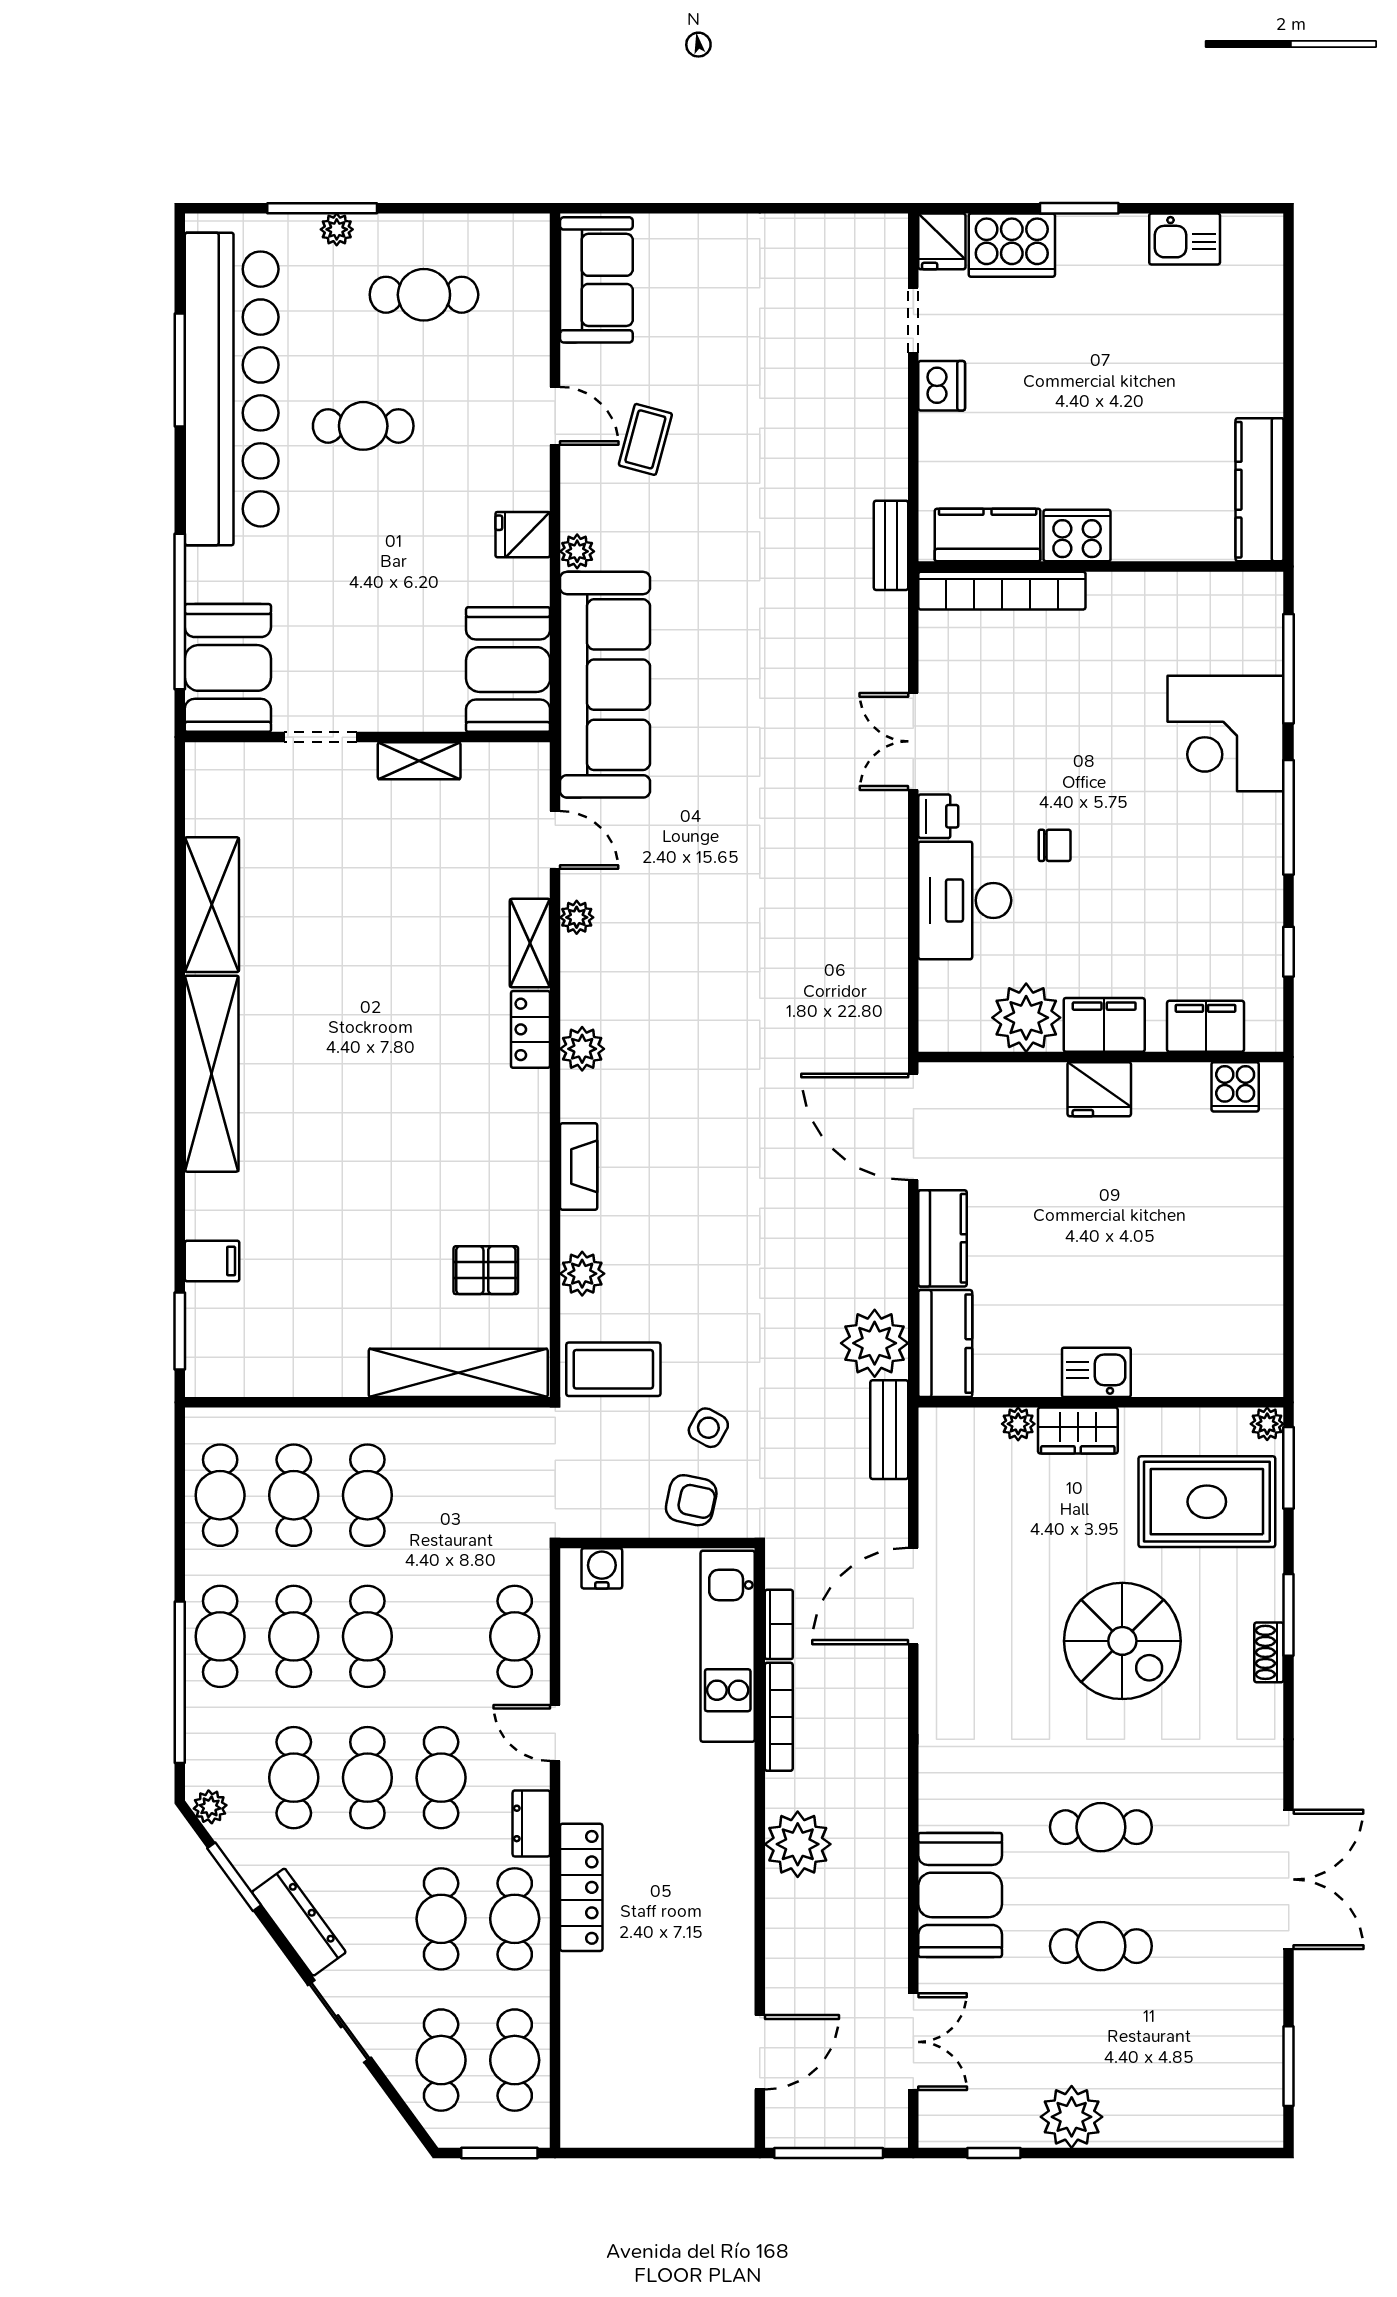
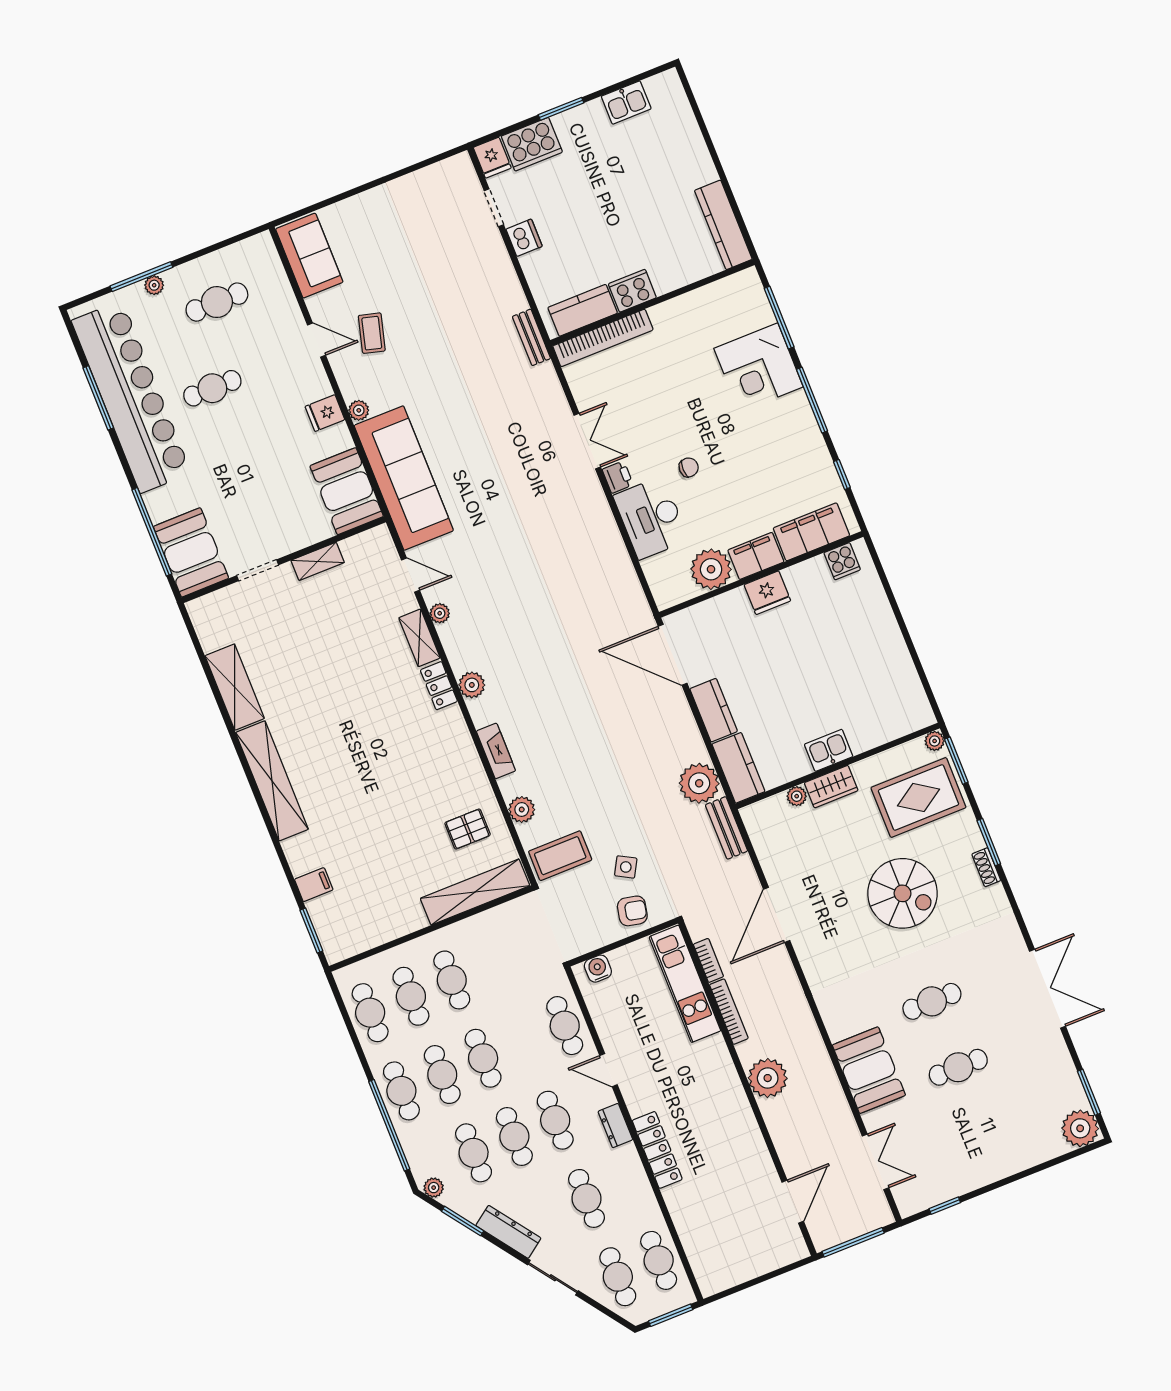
double door: (913, 741) -> (587, 441), swing flipped
filing cabinet: (1206, 1026) -> (811, 532), width x1.50, depth x1.17
cafe table: (515, 1919) -> (627, 1182), removed
plant: (1072, 2117) -> (1080, 1128), moved

